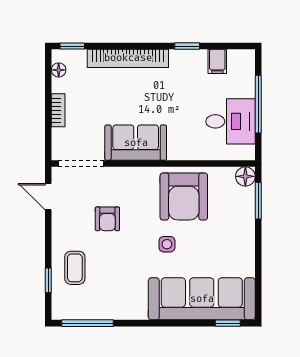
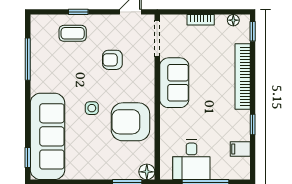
window: (48, 280) -> (78, 12), moved
window: (87, 323) -> (28, 59), moved

